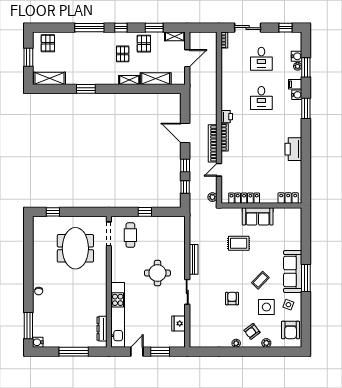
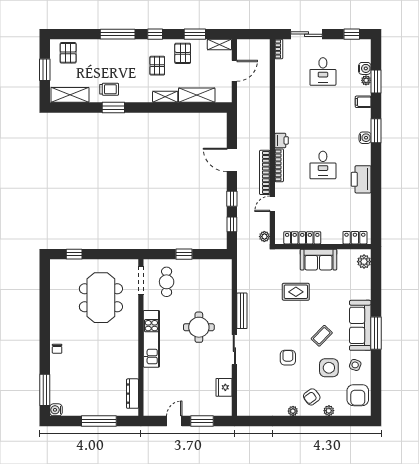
trolley: (82, 74) -> (109, 89), added
water cooler: (297, 95) -> (365, 138), moved
desk: (261, 98) -> (323, 165), moved
plant: (296, 218) -> (364, 262), added
kitchen unit: (118, 315) -> (151, 339), moved, width x0.73

